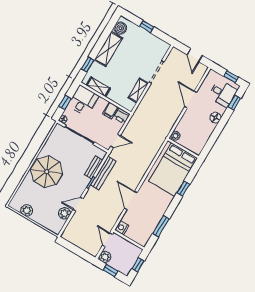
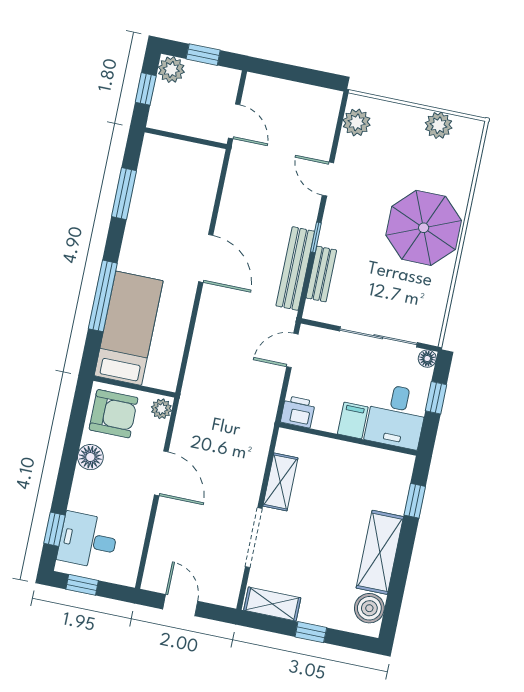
shelving: (98, 87) -> (272, 604), moved
door: (191, 99) -> (161, 473), moved
filing cabinet: (110, 110) -> (353, 420), moved
floor lamp: (215, 118) -> (90, 457), moved
armchair: (195, 140) -> (113, 414), added
bed: (173, 170) -> (129, 328), width x0.67
window: (183, 188) -> (103, 296), width x2.17
door: (131, 200) -> (206, 258), moved
door: (78, 204) -> (328, 179), swing flipped
plant: (64, 213) -> (357, 122), moved
nightstand: (122, 228) -> (211, 160), removed
plant: (105, 257) -> (171, 70), moved

